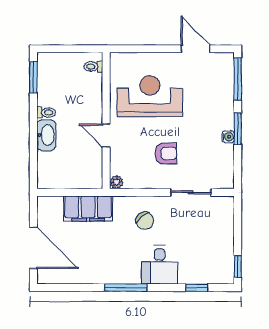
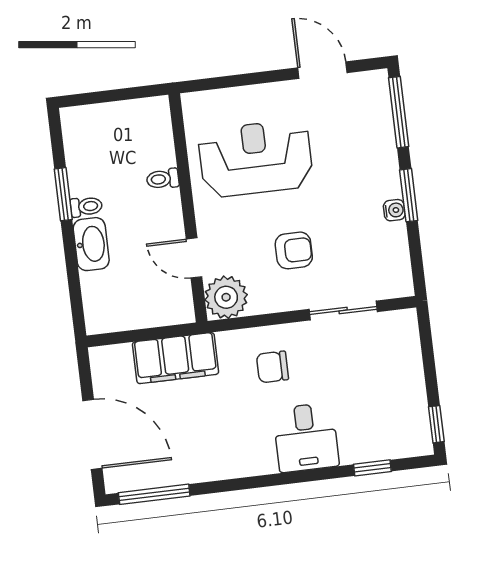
toilet: (93, 67) -> (163, 179), moved
window: (33, 77) -> (63, 194), moved
door: (106, 135) -> (194, 258), moved
plant: (116, 182) -> (226, 297), width x1.88, depth x1.88
chair: (145, 221) -> (272, 367), turned 130
window: (126, 288) -> (154, 494), moved

